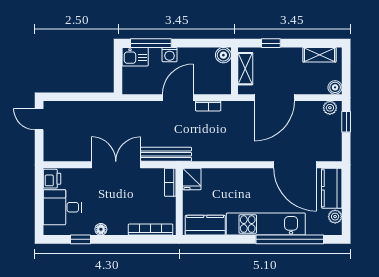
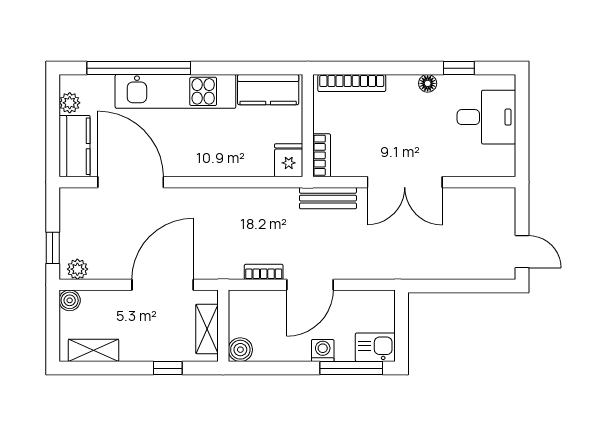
bench: (166, 154) -> (328, 198), width x0.73
printer: (52, 179) -> (502, 161), removed

